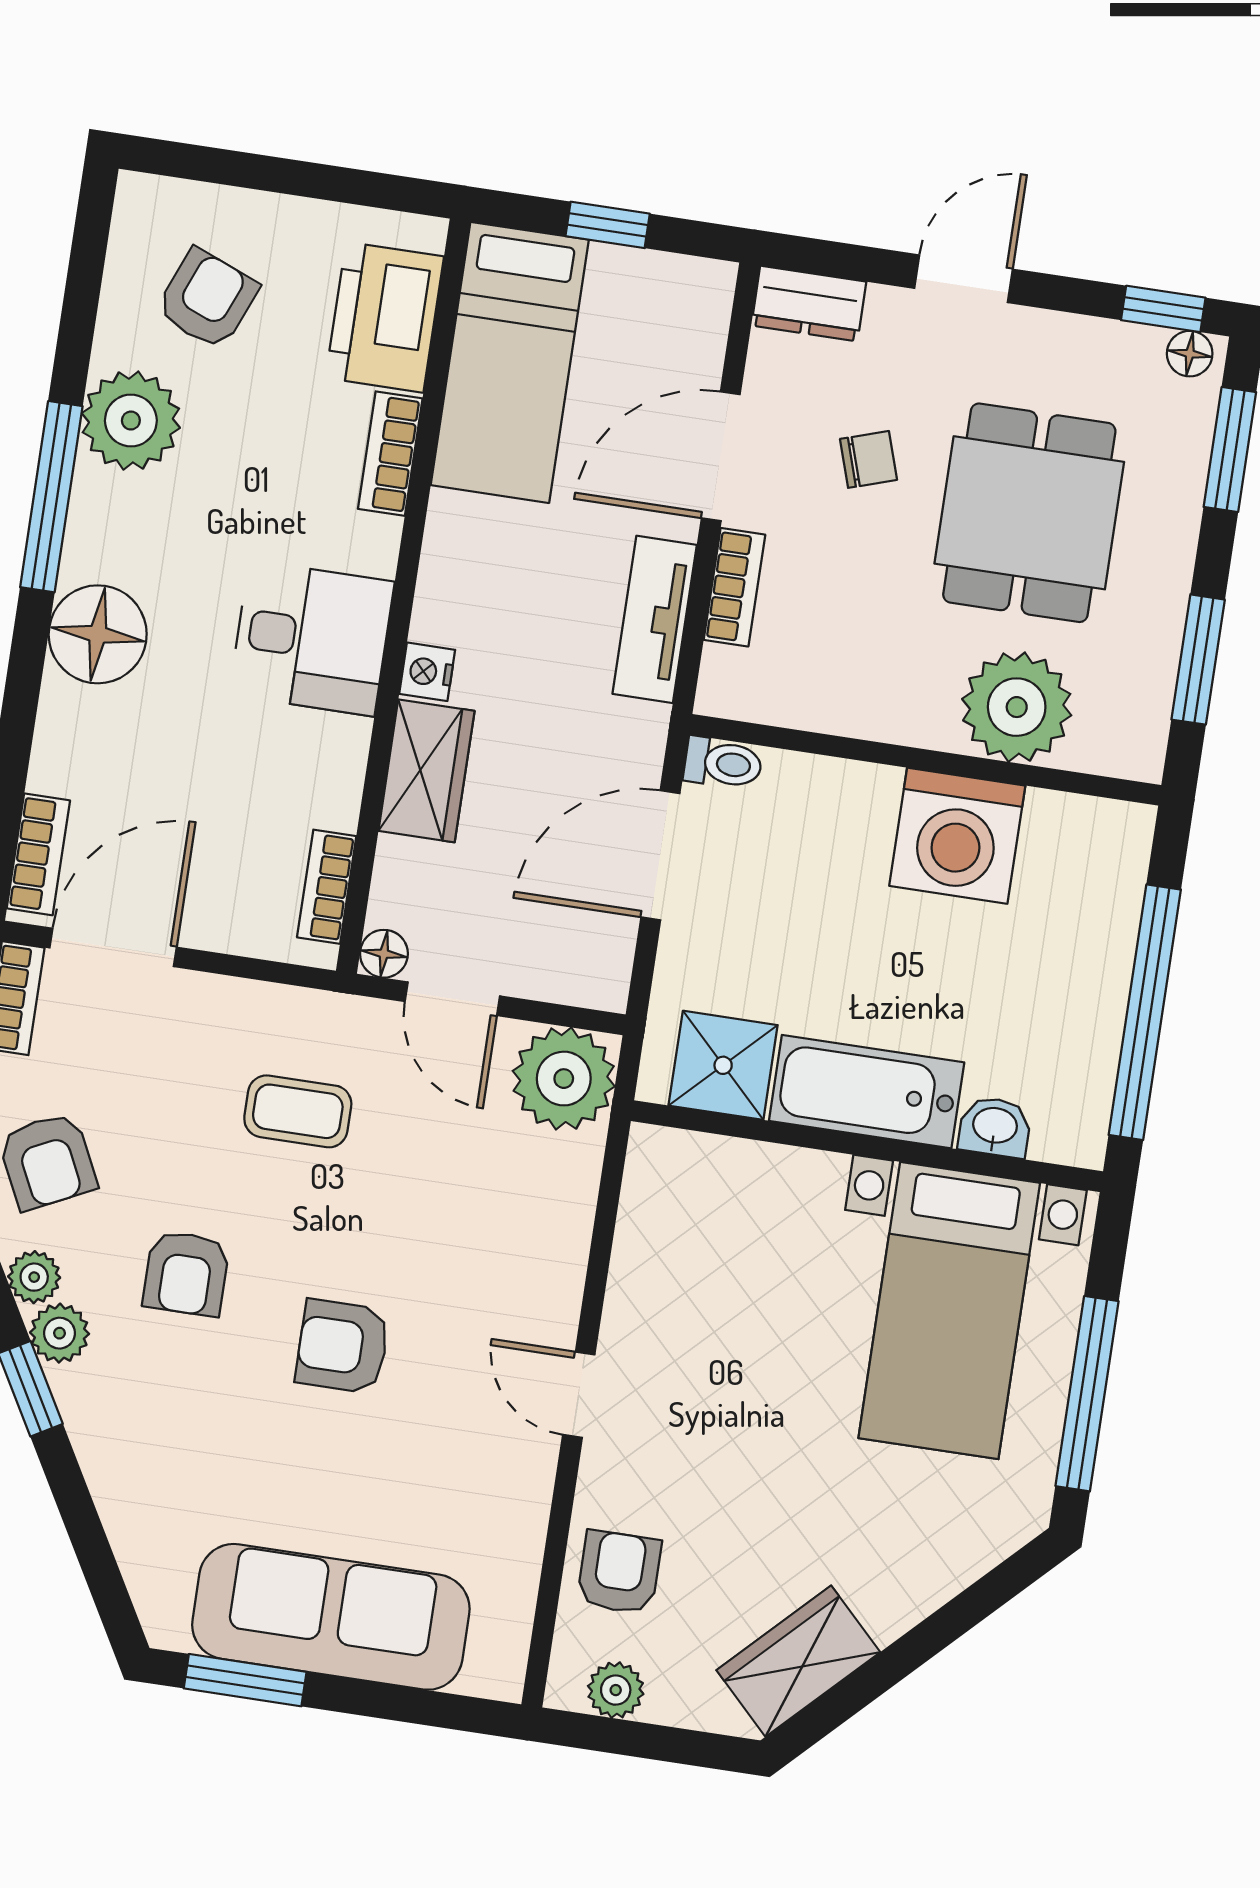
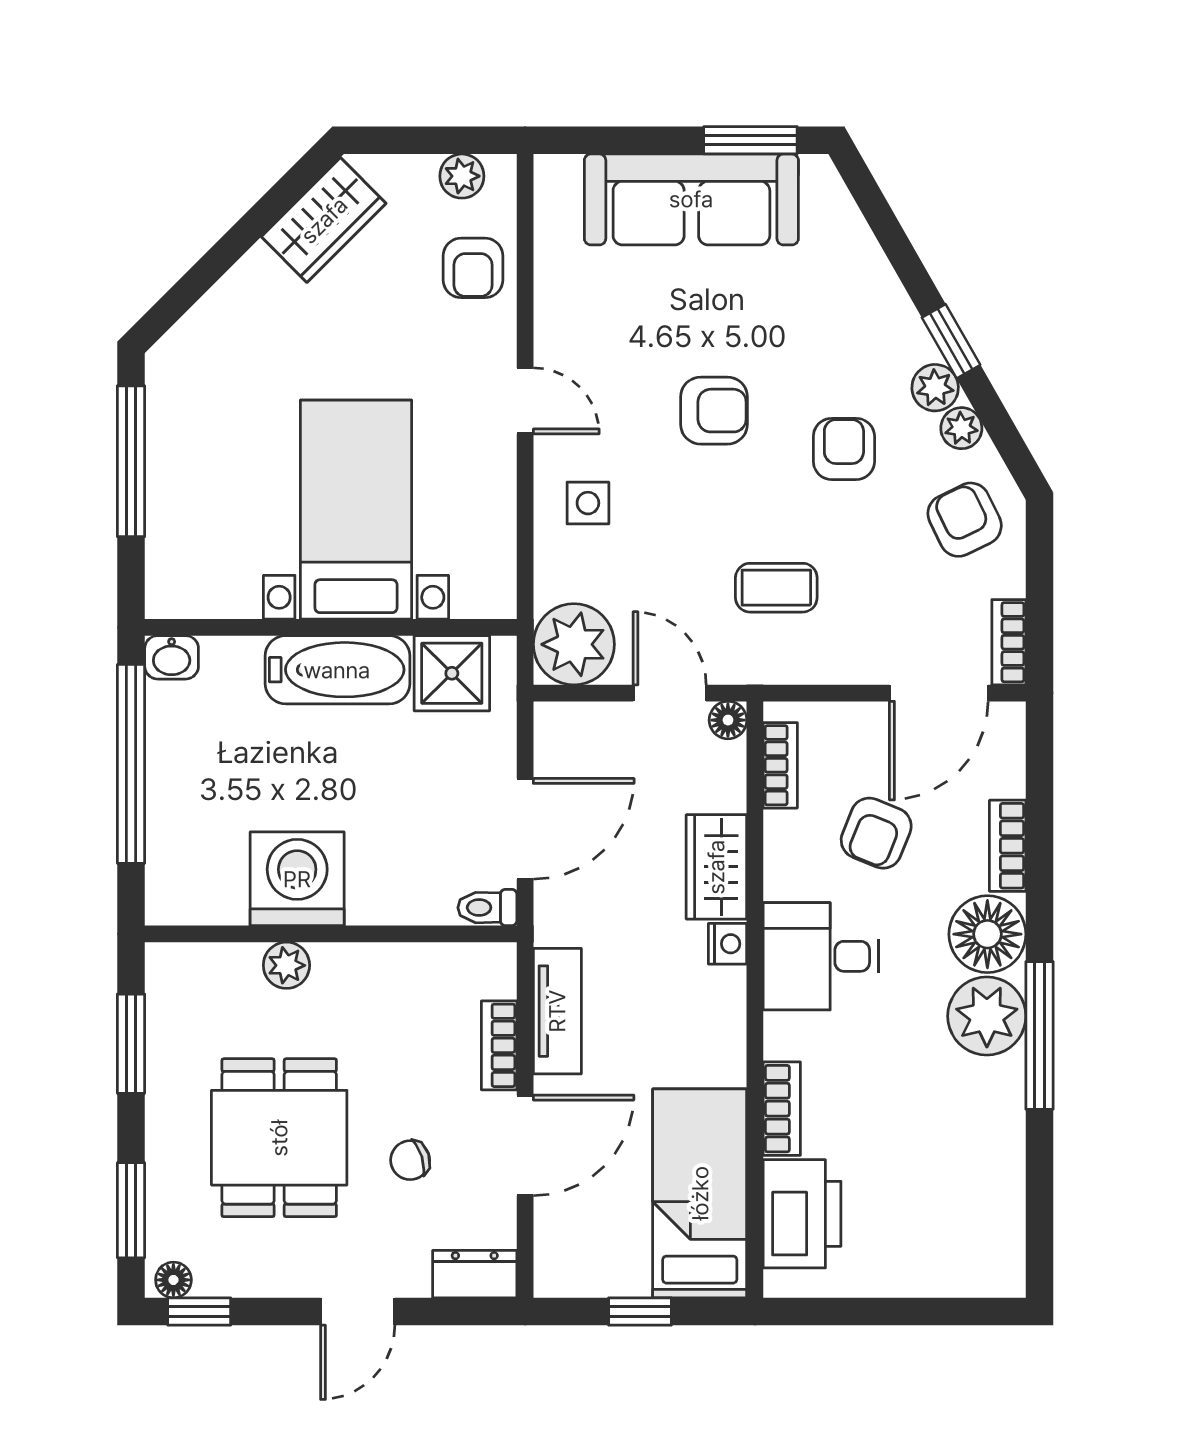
armchair: (207, 299) -> (876, 833), moved
plant: (131, 421) -> (987, 1016), moved
plant: (1017, 707) -> (286, 965), width x0.53, depth x0.53
bookcase: (38, 854) -> (1008, 846), moved
washbasin: (995, 1127) -> (172, 657), moved
side table: (519, 1254) -> (588, 503), added
bed with nightstands: (949, 1310) -> (356, 510), moved

